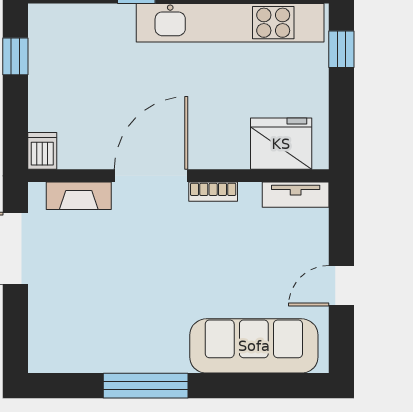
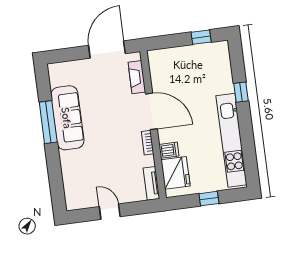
window: (341, 49) -> (209, 199), moved
dishwasher: (42, 151) -> (169, 150), moved
sofa: (254, 346) -> (67, 118), moved

